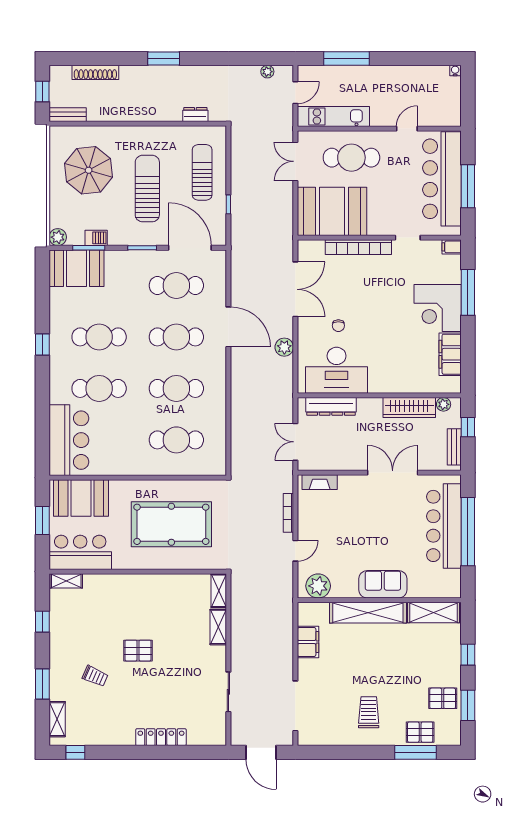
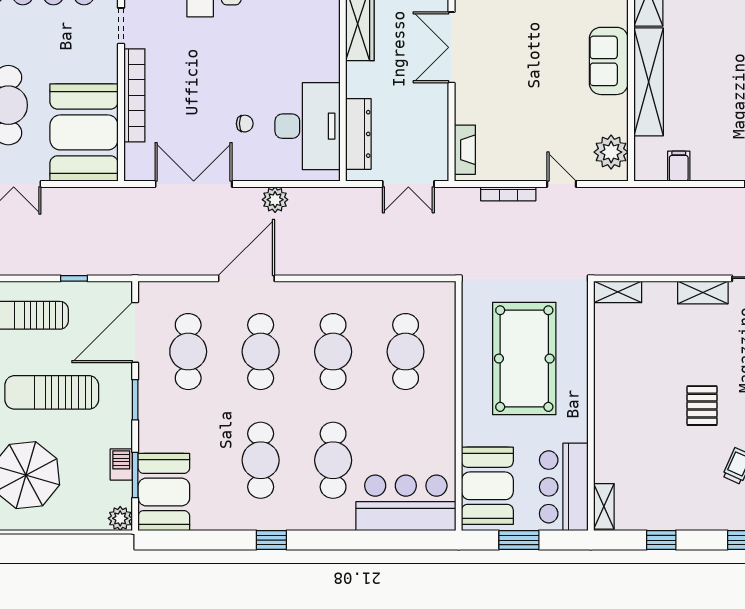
shelving: (218, 627) -> (703, 293), moved
filing cabinet: (308, 642) -> (679, 166), width x0.50

